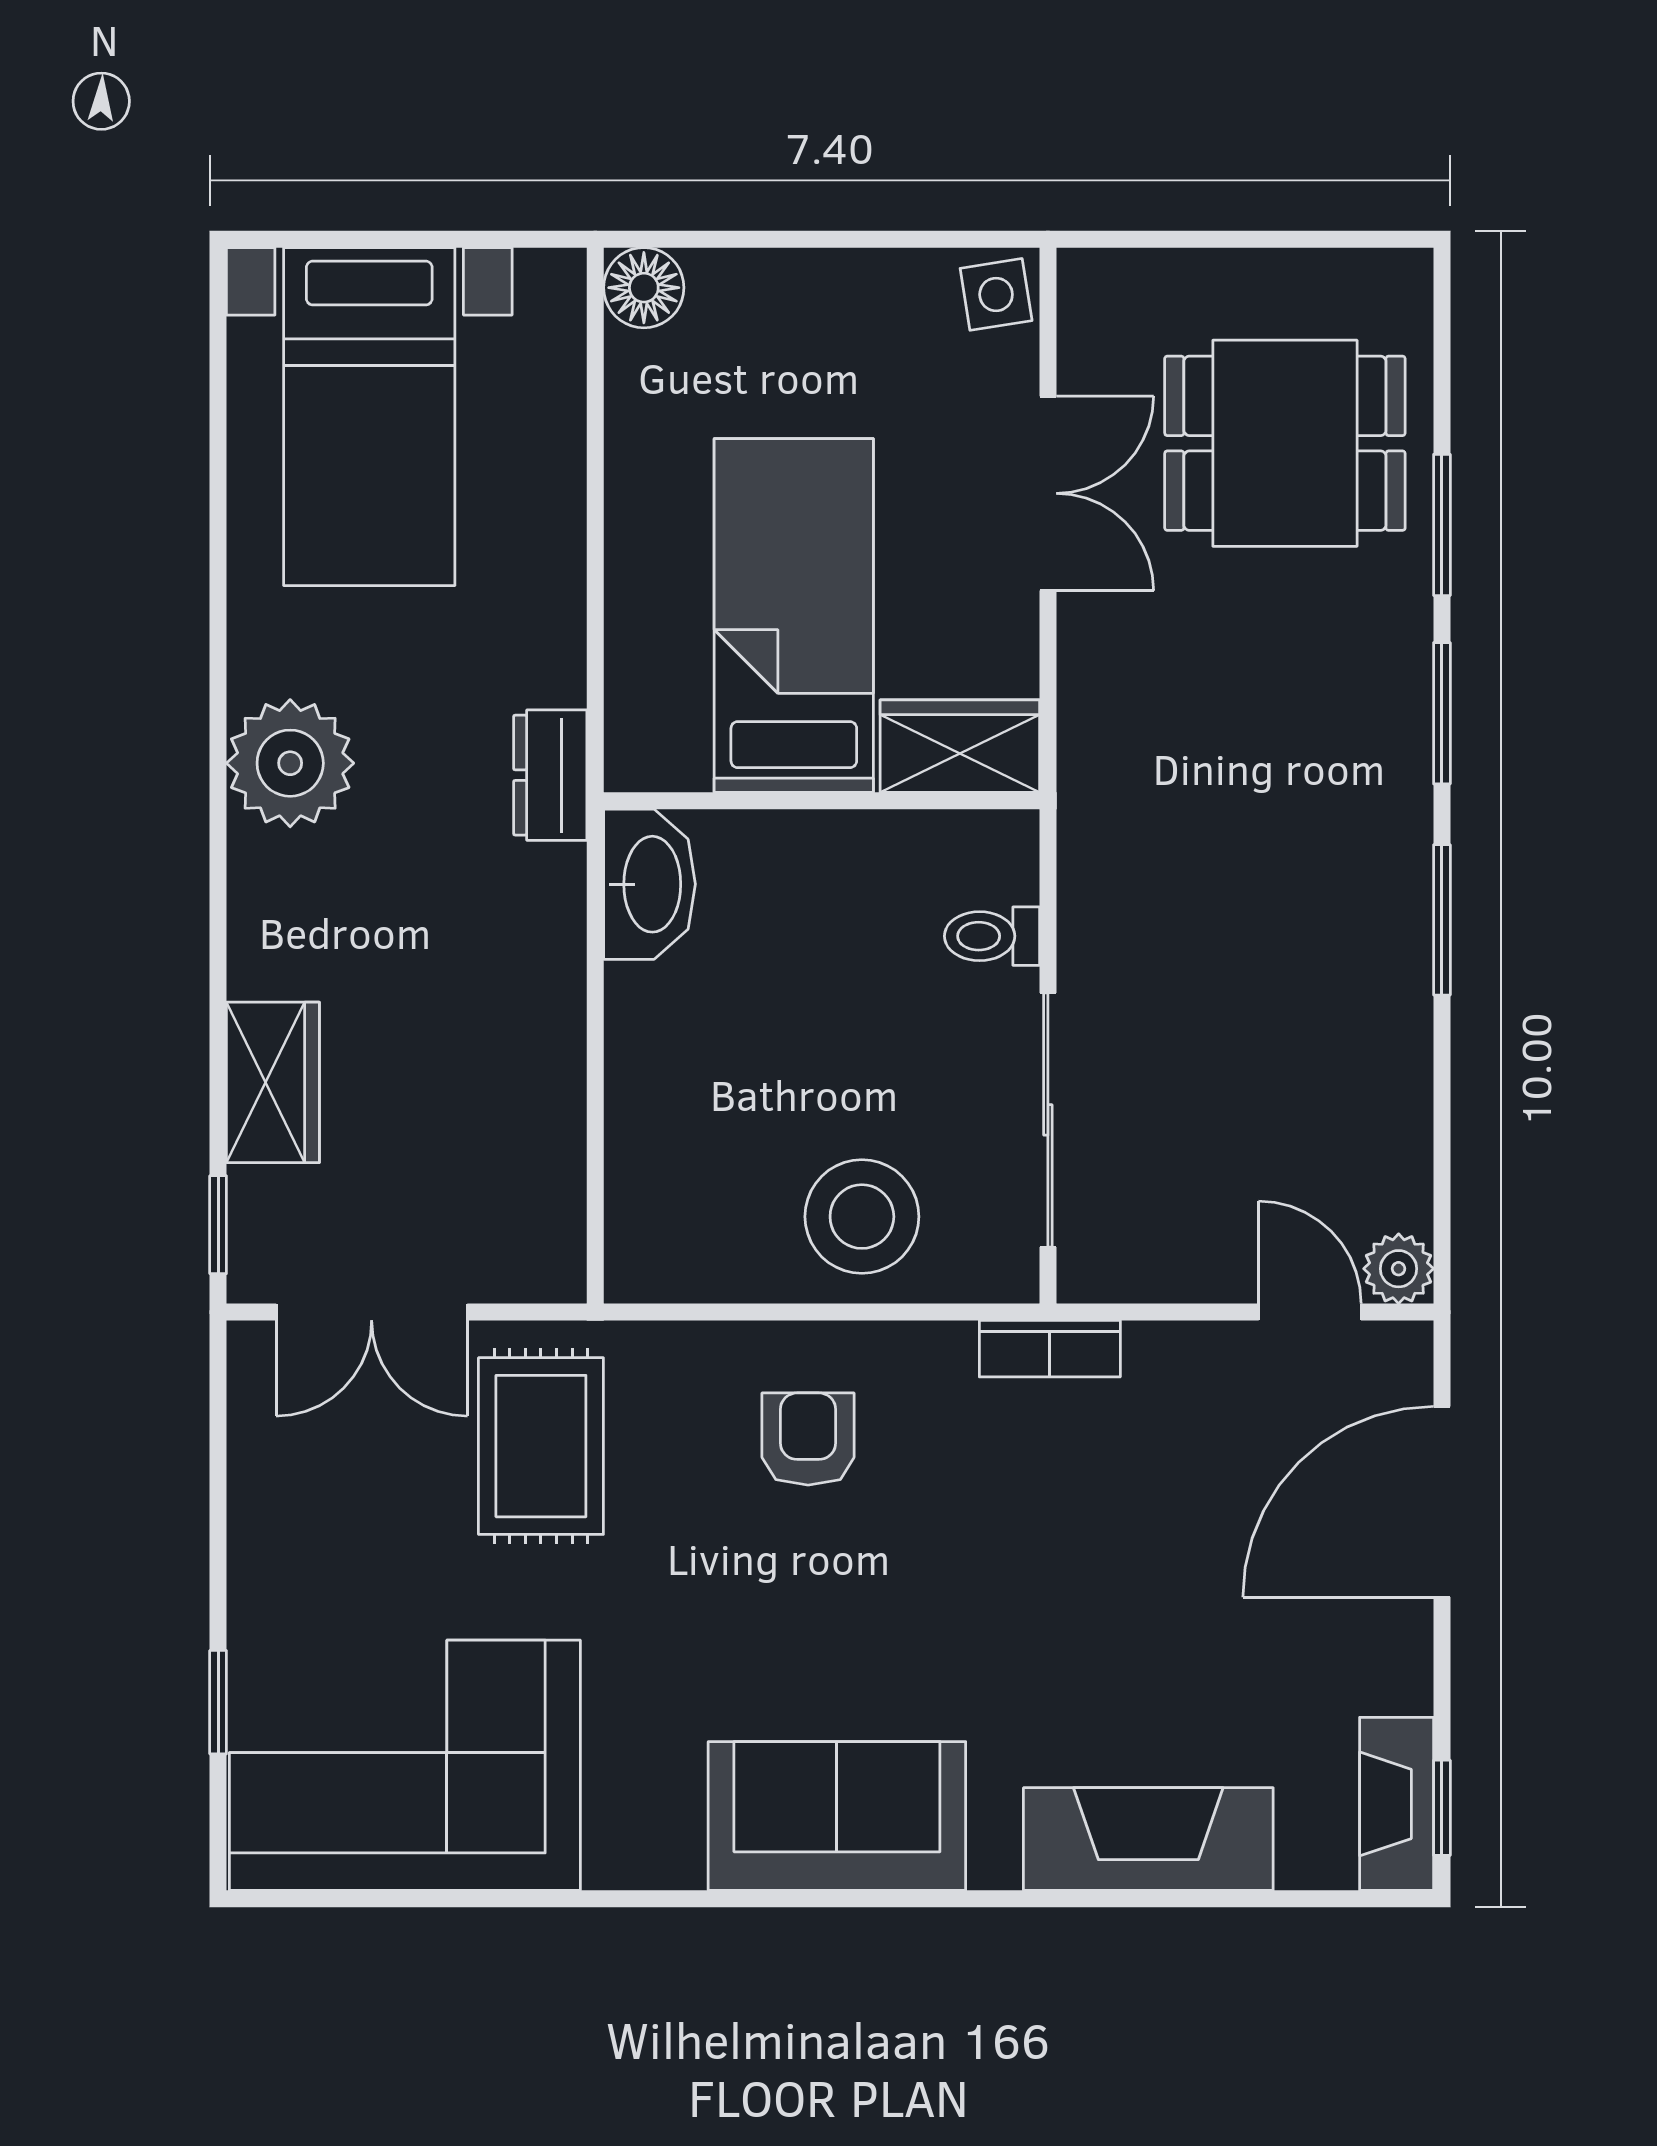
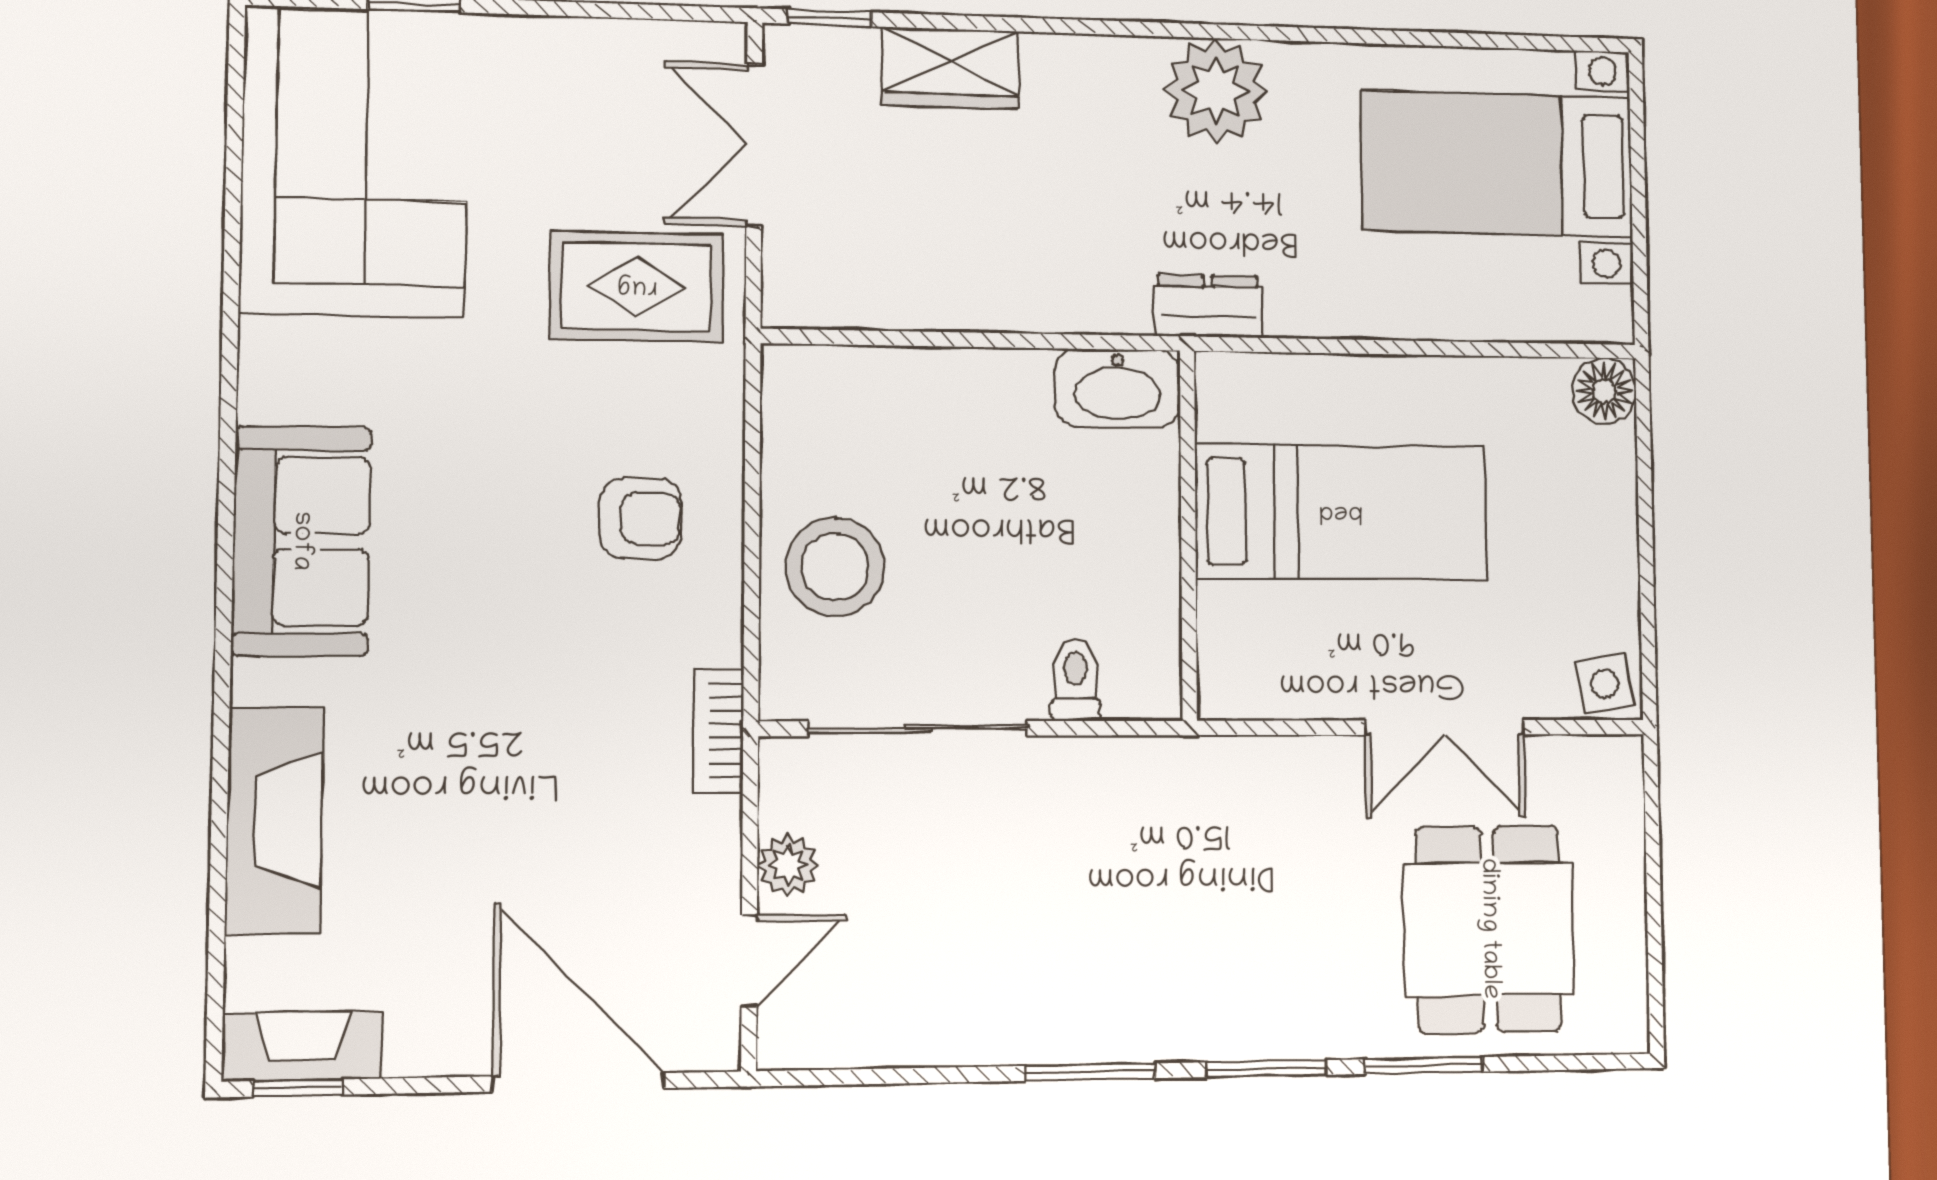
wardrobe: (960, 746) -> (1235, 653), removed
plant: (1399, 1269) -> (788, 865), moved

